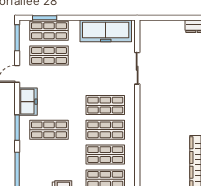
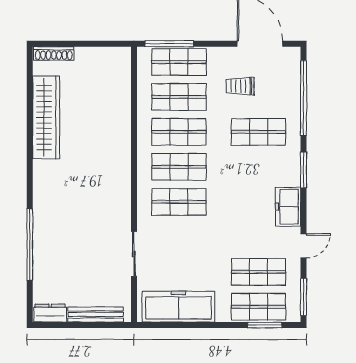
bench: (164, 25) -> (96, 314), added
shop shelf: (49, 130) -> (258, 132), moved

